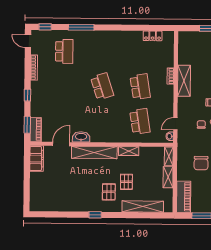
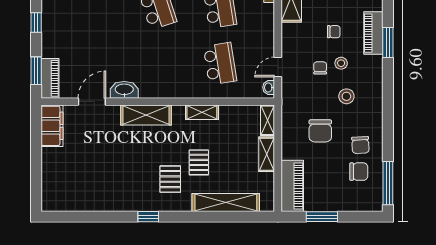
shelving: (94, 152) -> (146, 115), width x0.68

